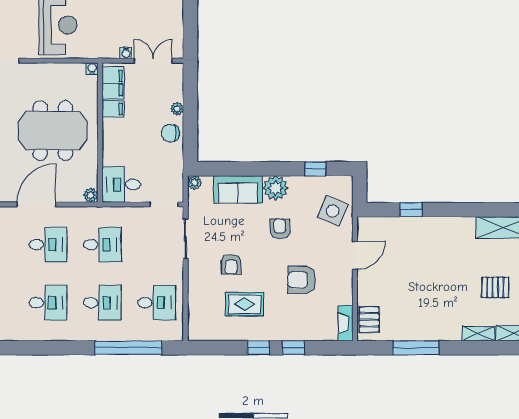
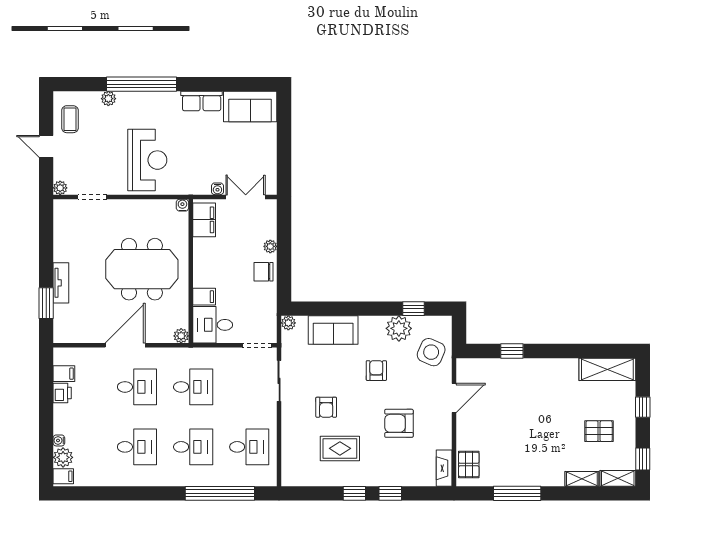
filing cabinet: (113, 109) -> (204, 297), moved
plant: (276, 188) -> (399, 328), moved

